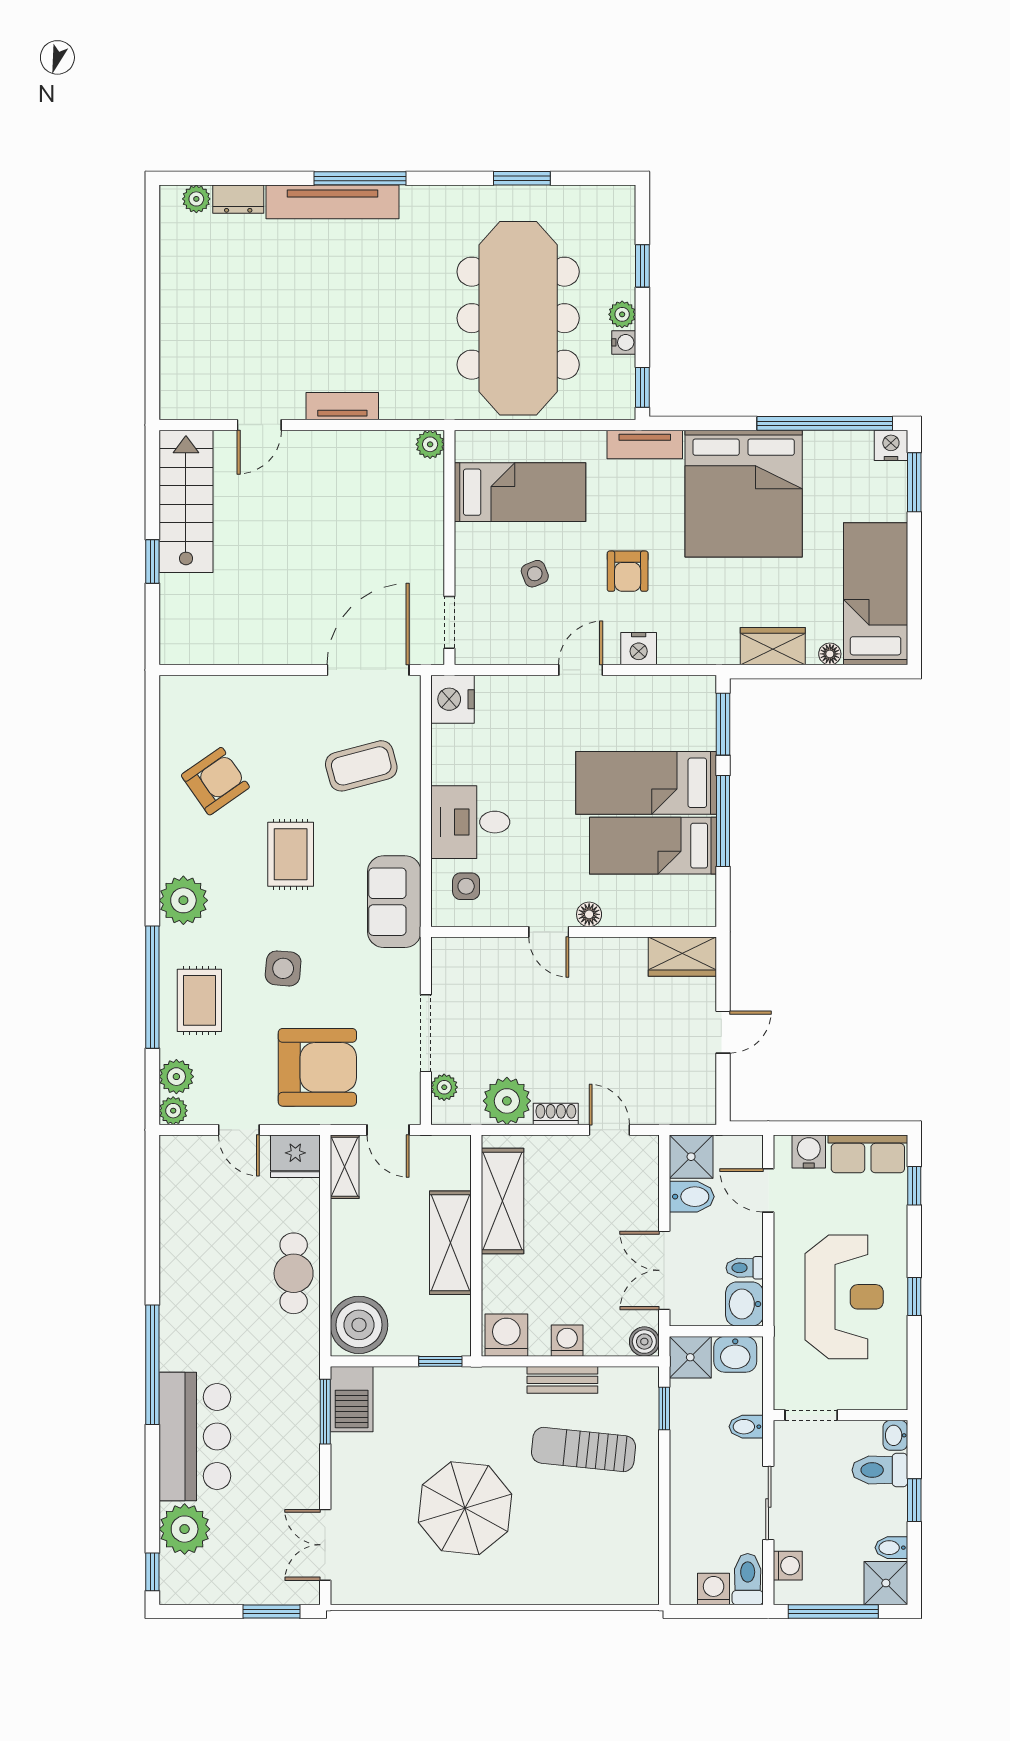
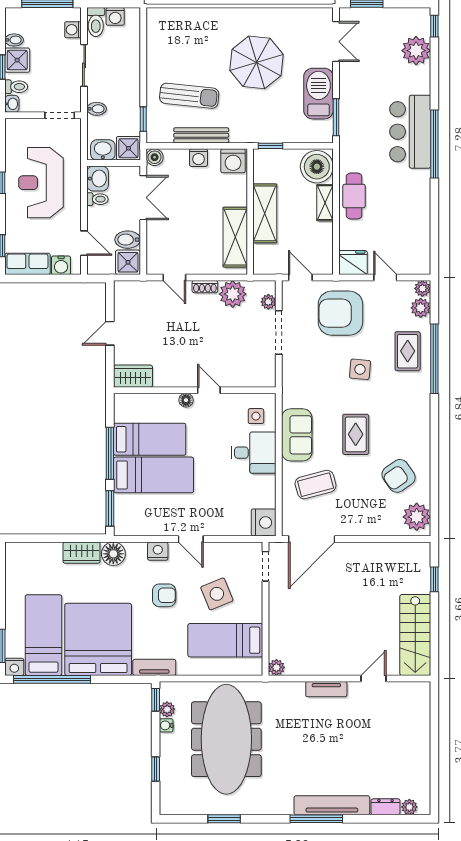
plant: (622, 314) -> (167, 709), moved
window: (152, 562) -> (434, 579), moved
armchair: (628, 571) -> (164, 595), turned 90
side table: (535, 574) -> (217, 594), width x1.87, depth x1.87
bed: (876, 594) -> (43, 635), moved, turned 180
floor lamp: (830, 654) -> (113, 554), moved, width x1.89, depth x1.89
door: (581, 670) -> (191, 539), hinge flipped
plant: (183, 900) -> (417, 517), moved
sofa: (394, 902) -> (297, 435), moved
shelving: (345, 1167) -> (325, 203), moved
bench: (562, 1380) -> (201, 135), width x1.36
barbecue: (352, 1399) -> (318, 94), moved, width x1.37, depth x1.21
bar counter: (195, 1436) -> (410, 132), moved
toilet: (880, 1470) -> (16, 87), width x0.73, depth x0.72
shower: (886, 1583) -> (17, 60), moved

